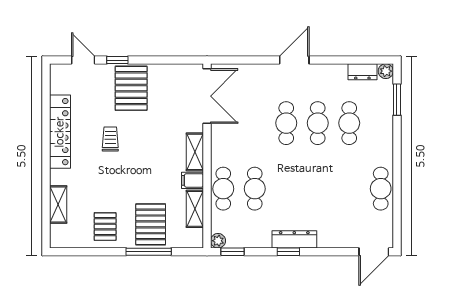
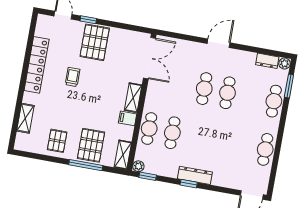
cafe table: (349, 123) -> (274, 101), moved
shelving: (195, 209) -> (123, 155), moved

